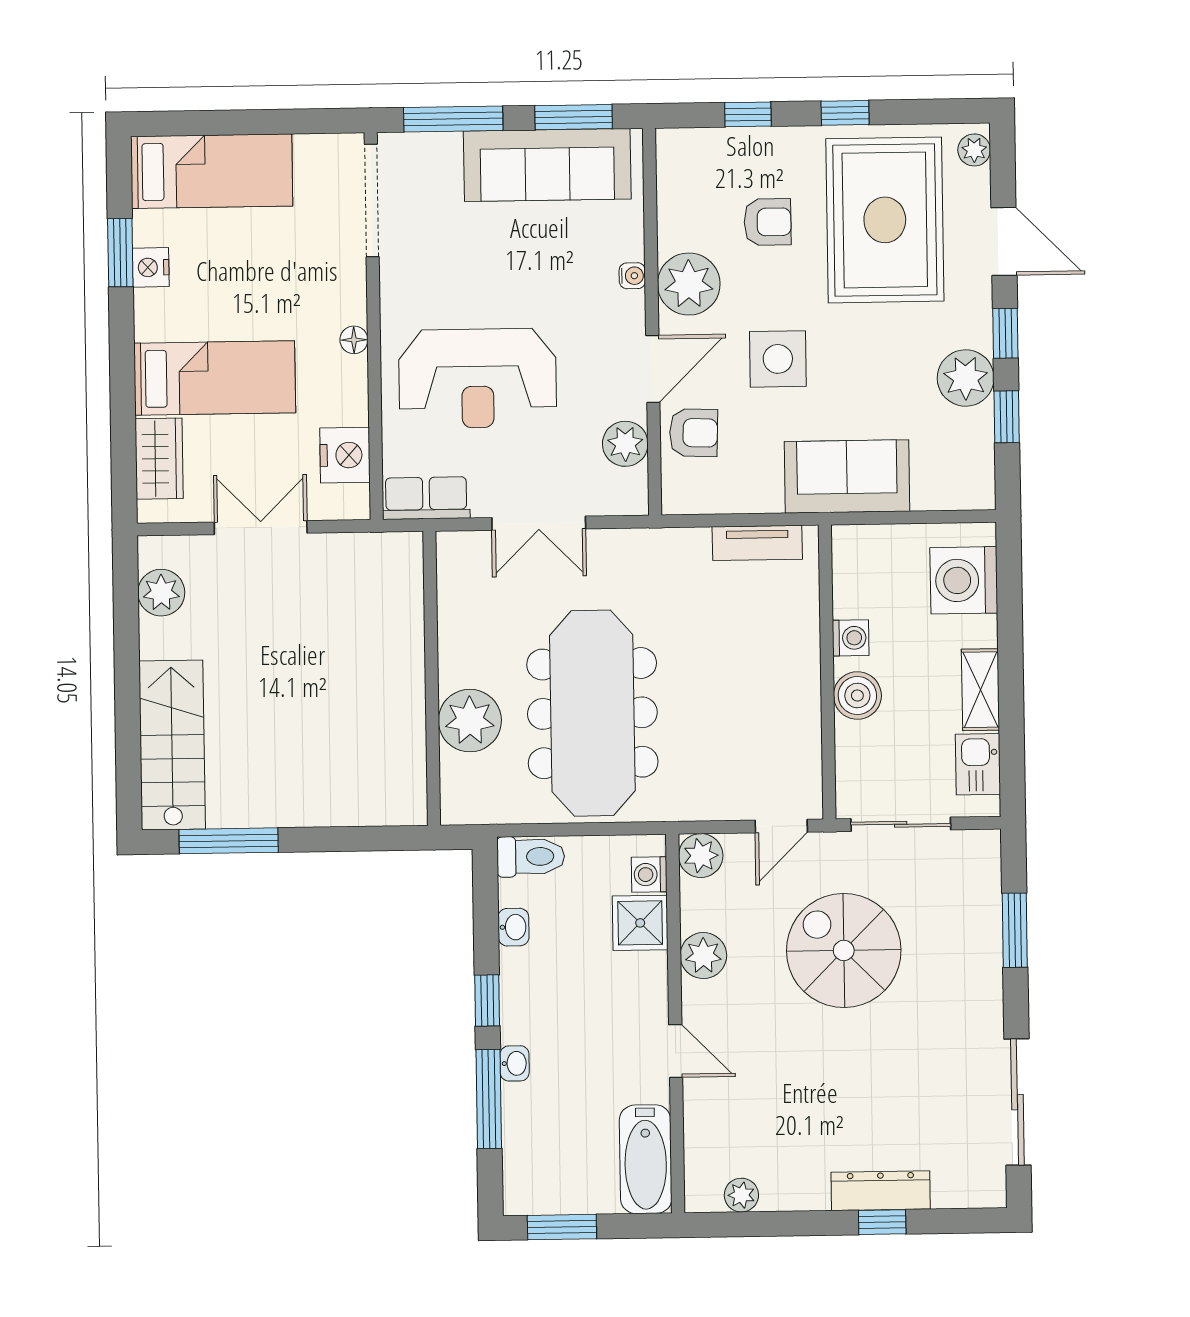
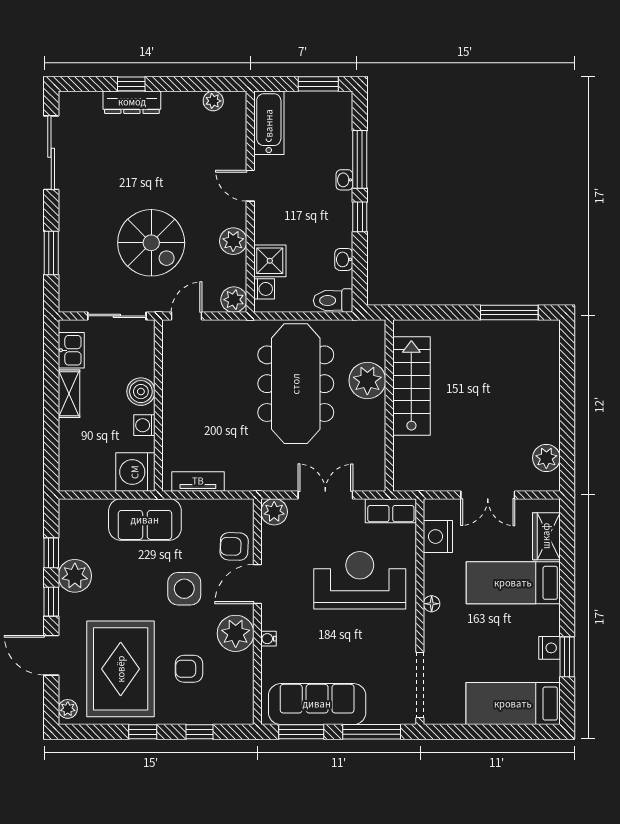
plant: (625, 444) -> (274, 512), moved
washing machine: (964, 580) -> (135, 472), moved, turned 180
stairs: (172, 745) -> (411, 386), moved, turned 180

